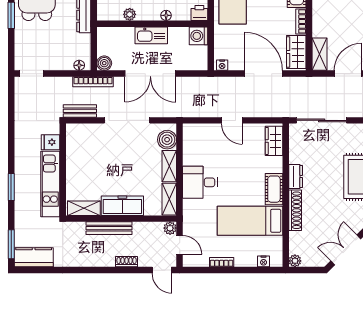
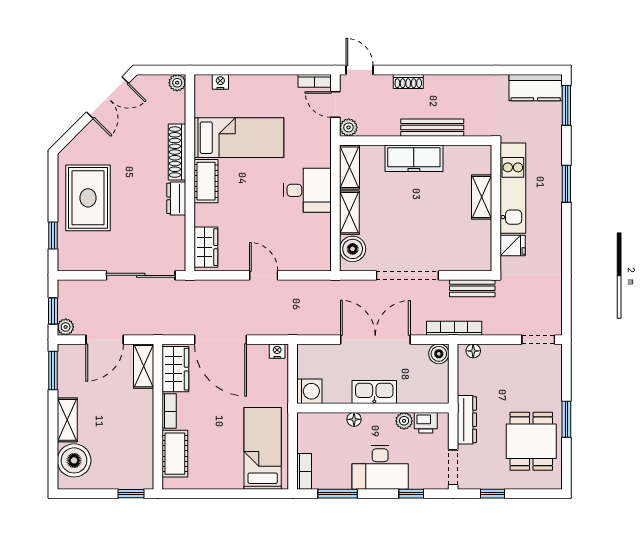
printer: (199, 13) -> (426, 423), moved
shelving: (84, 208) -> (482, 197), moved, turned 90
bookcase: (222, 262) -> (315, 81), moved

